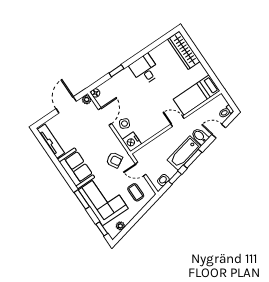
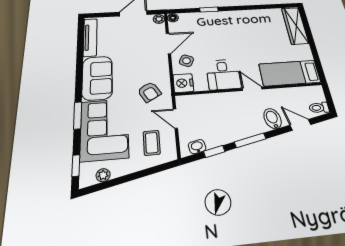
desk: (145, 69) -> (223, 74), moved, turned 180
bathtub: (184, 153) -> (242, 128), removed

